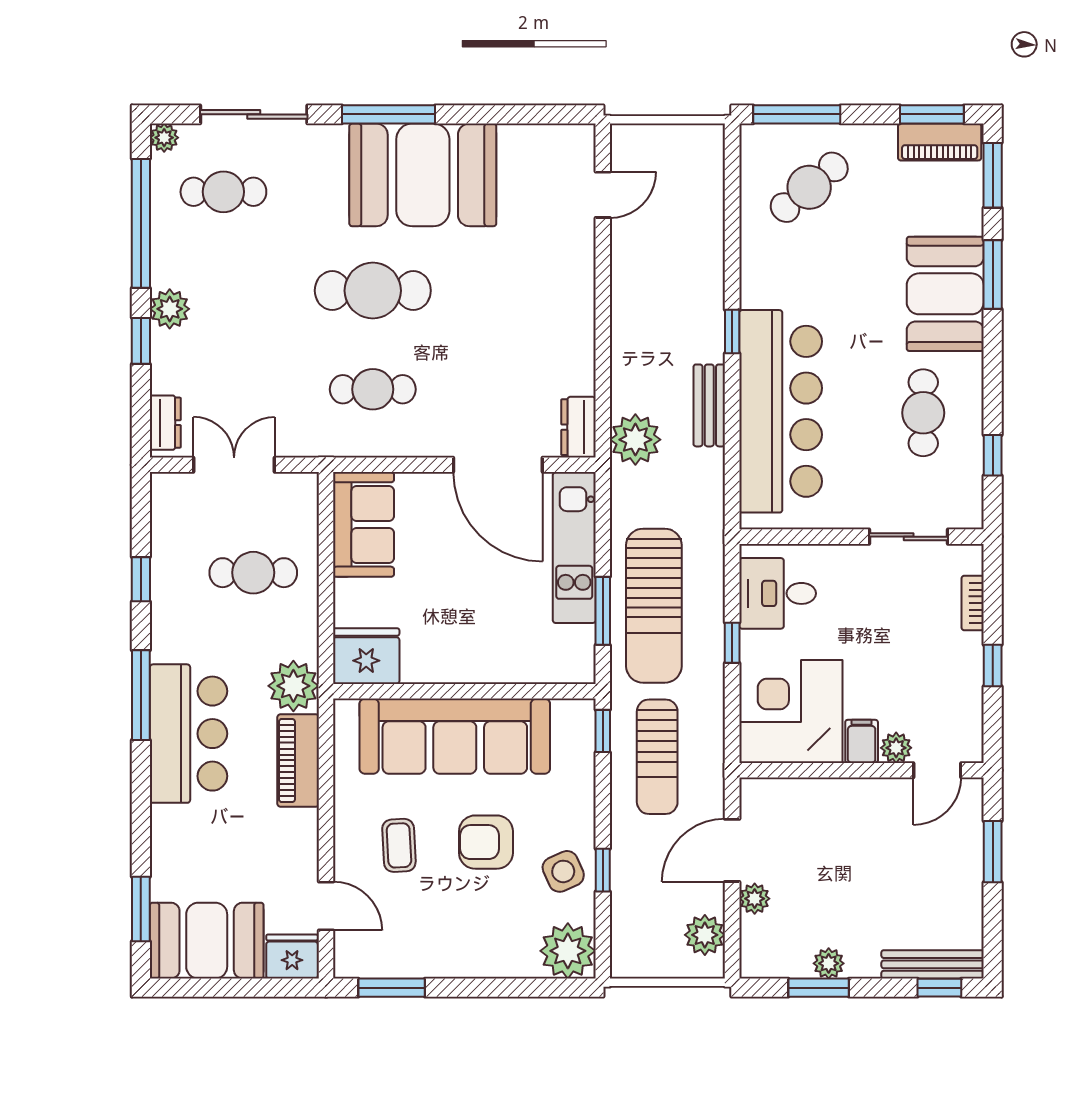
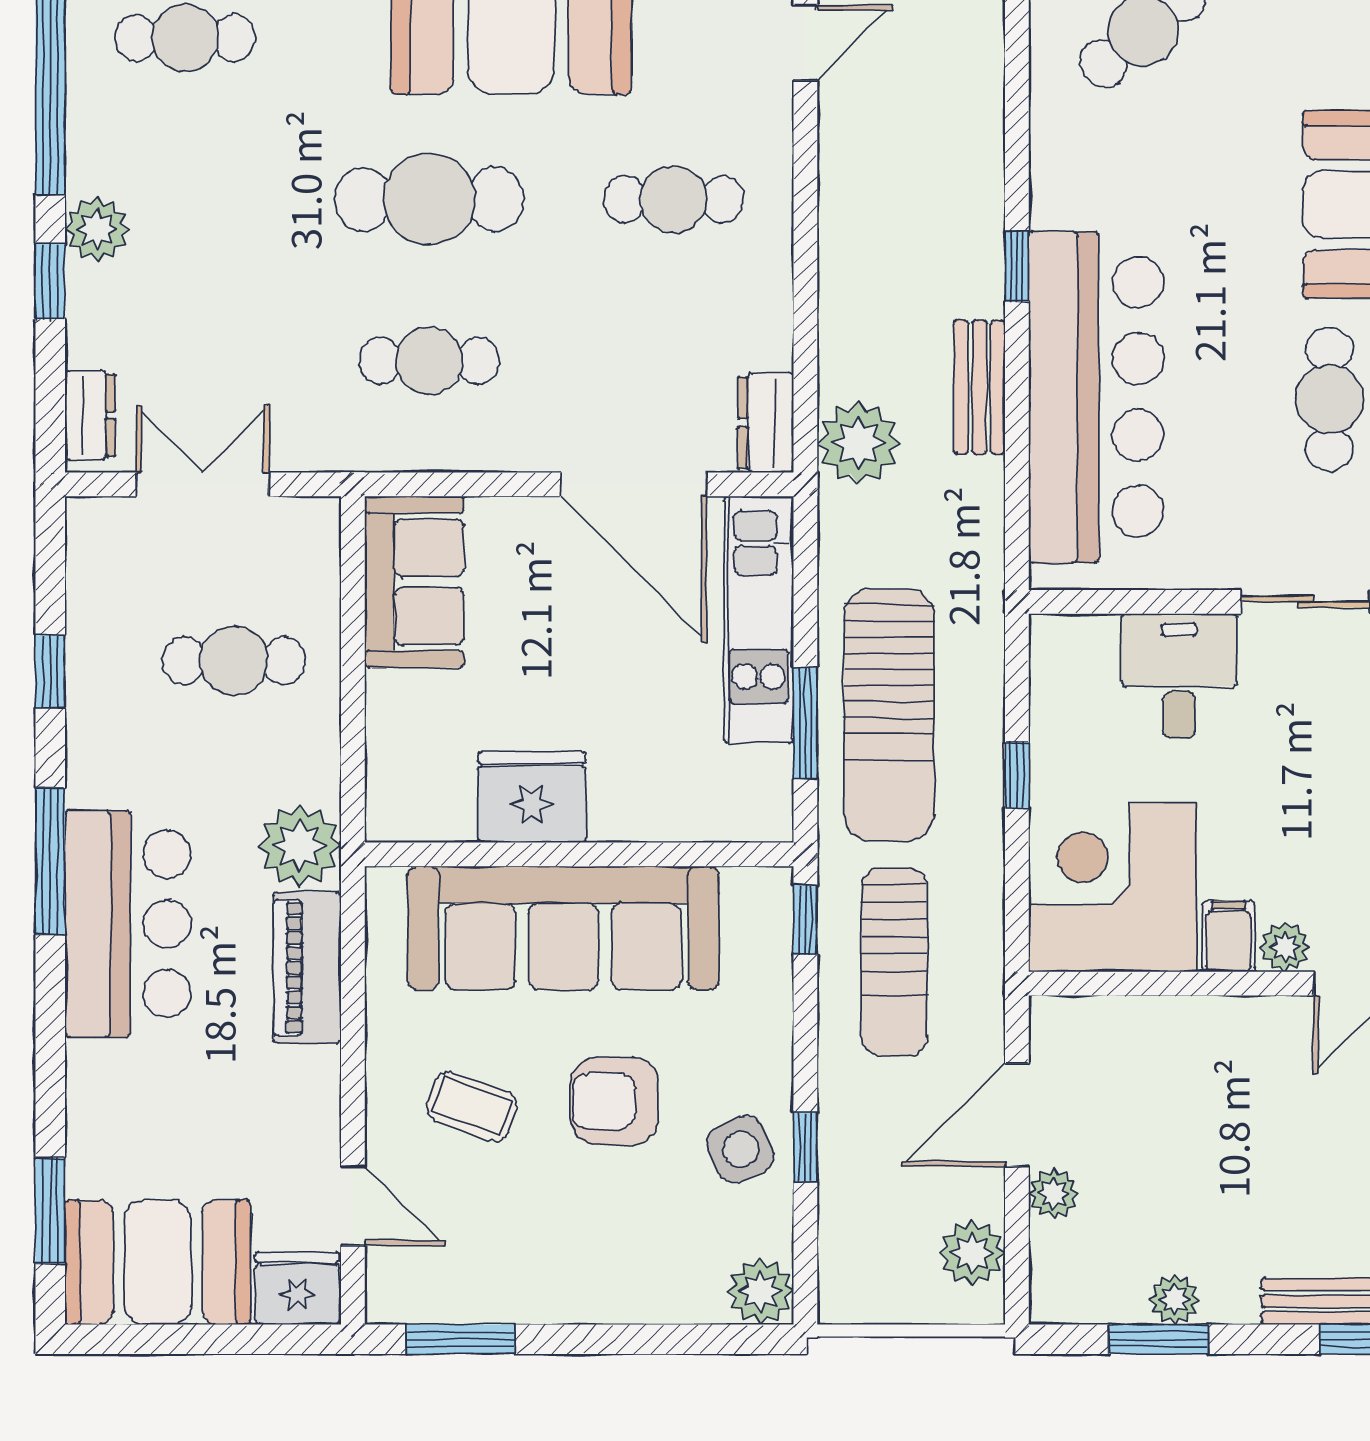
cafe table: (522, 291) -> (673, 199), added
desk: (778, 593) -> (1179, 676), moved, turned 90
fridge: (366, 656) -> (532, 797), moved
coffee table: (399, 845) -> (472, 1107), turned -67
plant: (568, 951) -> (760, 1291), width x0.73, depth x0.73

